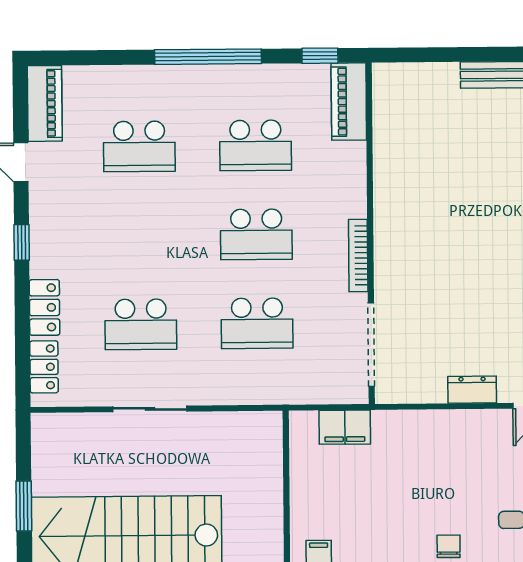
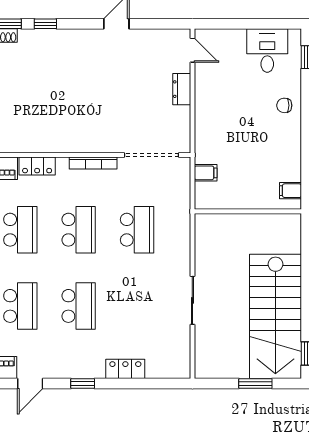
school desk: (141, 324) -> (79, 306), moved
locker: (44, 367) -> (37, 166), moved, turned 180
filing cabinet: (345, 427) -> (206, 173), width x0.50

